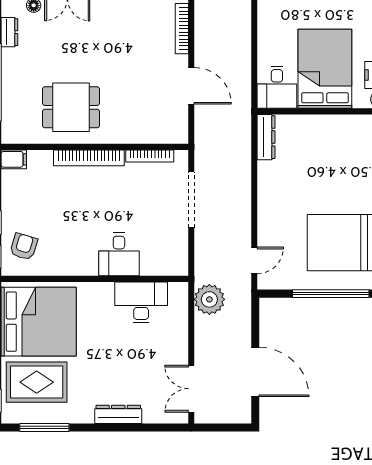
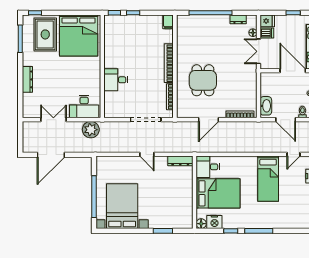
dining table: (71, 107) -> (203, 80), moved
armchair: (24, 247) -> (120, 27), removed
door: (254, 260) -> (147, 154), moved
desk: (141, 302) -> (84, 107), moved, turned 90
double door: (191, 389) -> (53, 120), moved

